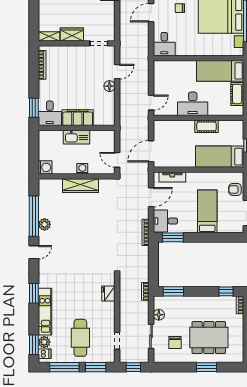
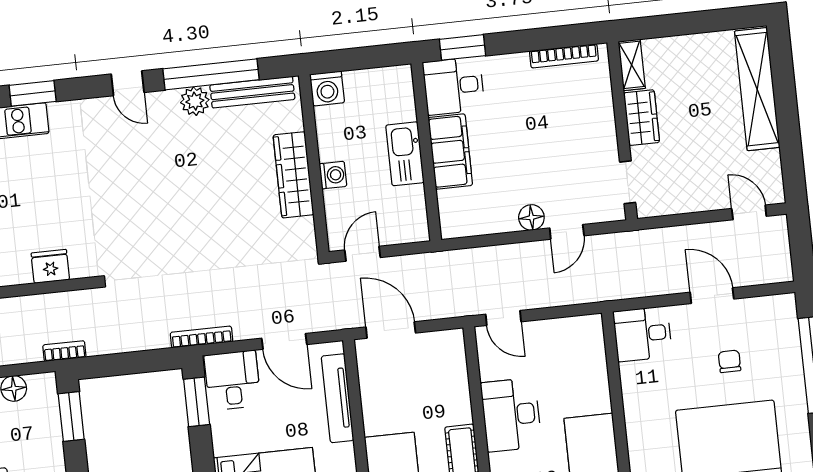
door: (117, 72) -> (567, 232), hinge flipped
tv unit: (172, 177) -> (338, 398), width x1.41
bench: (43, 199) -> (252, 92), added

